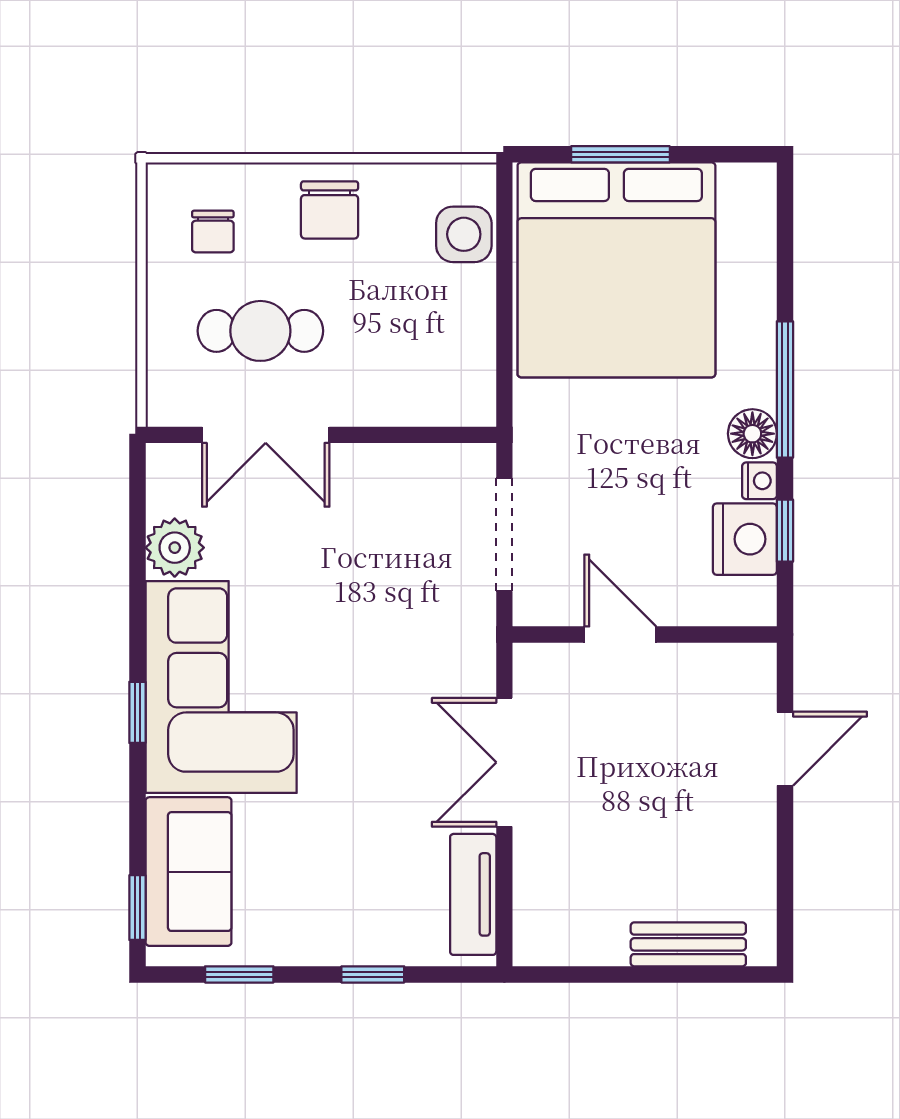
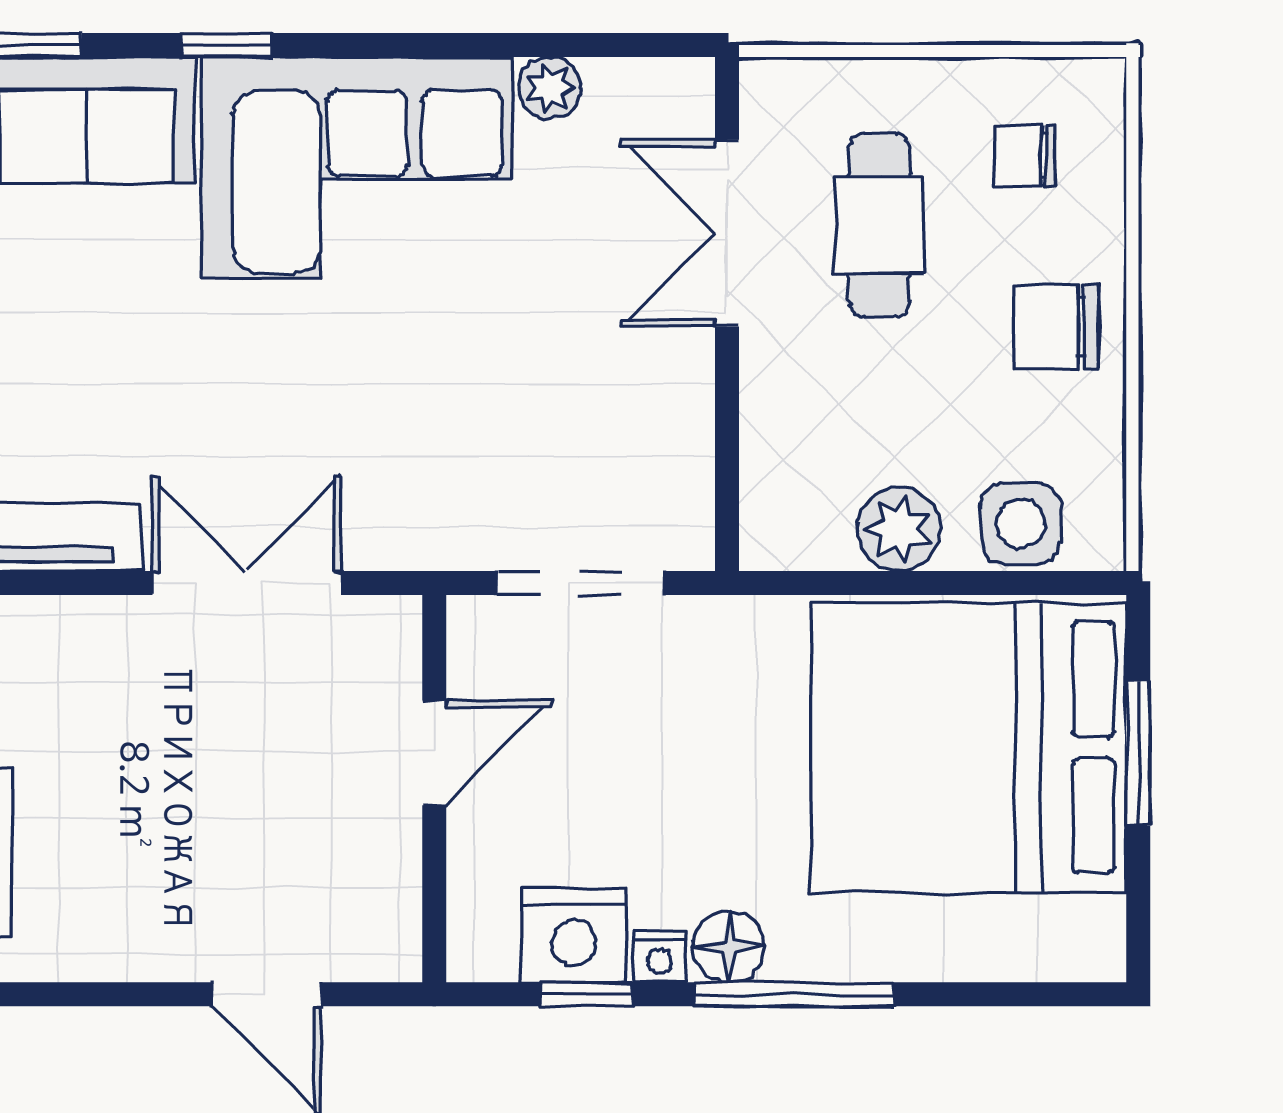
plant: (468, 318) -> (899, 529), added
plant: (175, 548) -> (550, 88), width x0.73, depth x0.73
window: (137, 712) -> (227, 45), moved

